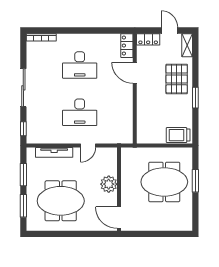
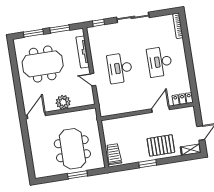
locker: (148, 39) -> (190, 116), removed
meeting table: (61, 201) -> (43, 64), turned 90

